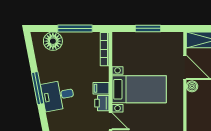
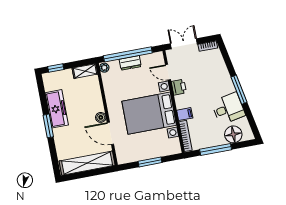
filing cabinet: (101, 88) -> (185, 114), moved
bed with nightstands: (139, 89) -> (149, 113), width x1.36
desk: (58, 95) -> (228, 109), moved

